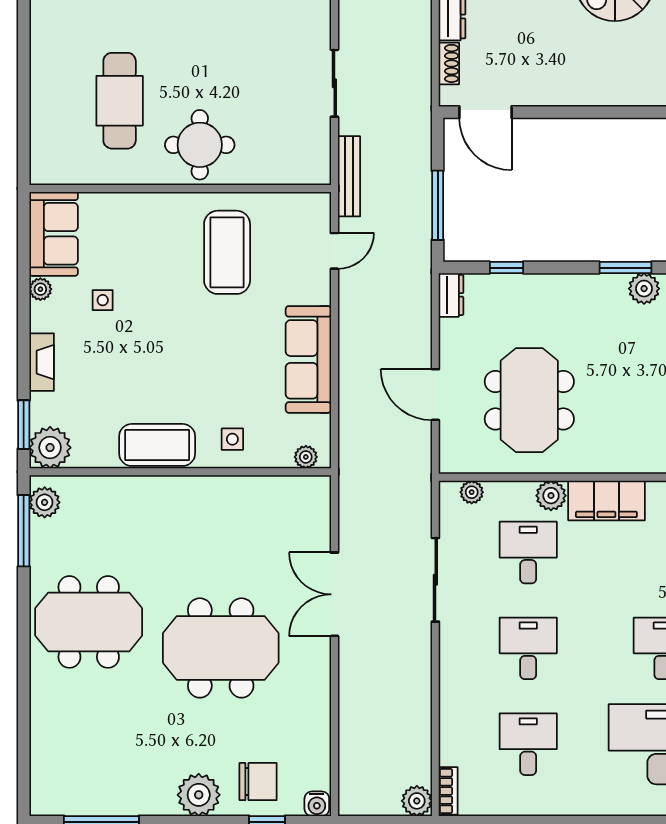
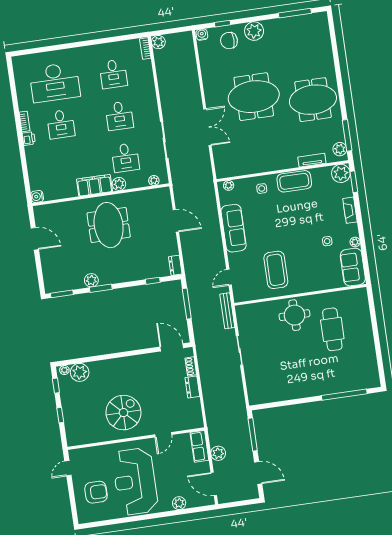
meeting table: (529, 400) -> (109, 225), moved
tv unit: (111, 487) -> (312, 160), added

